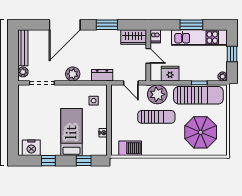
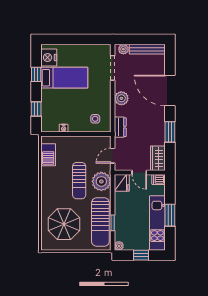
door: (148, 56) -> (139, 173), hinge flipped
fridge: (170, 74) -> (122, 183), moved
bed: (72, 132) -> (64, 78), moved

